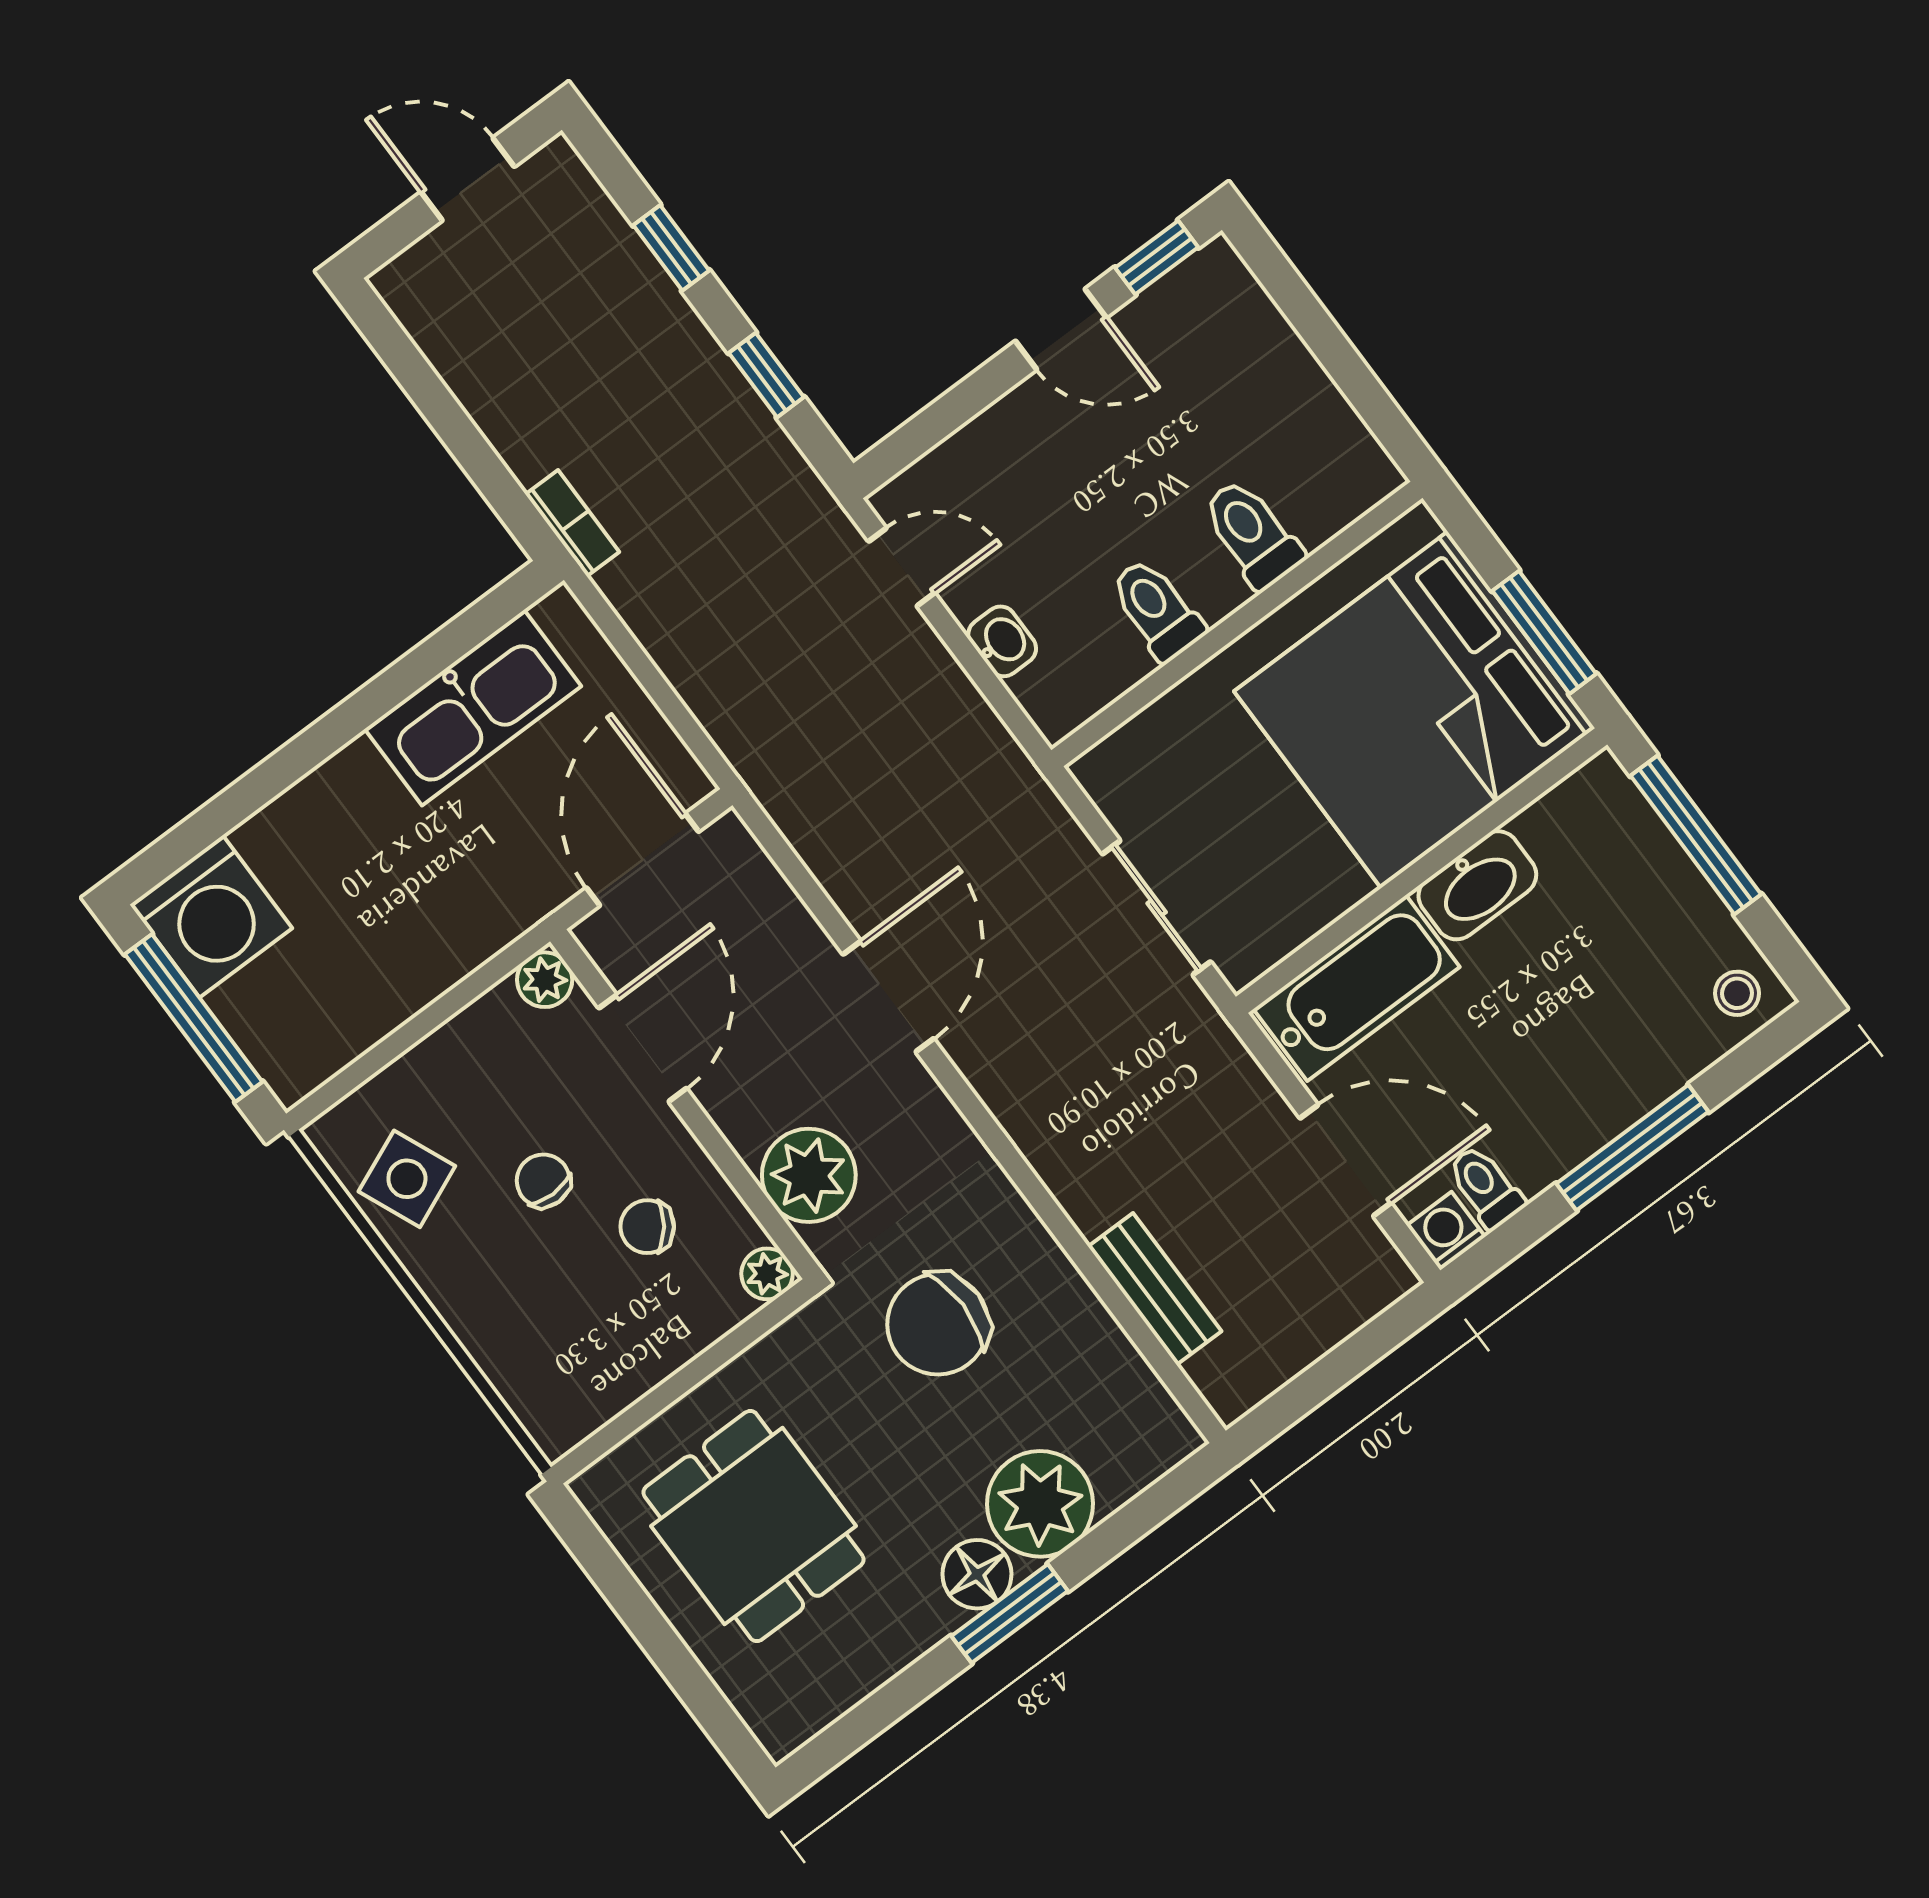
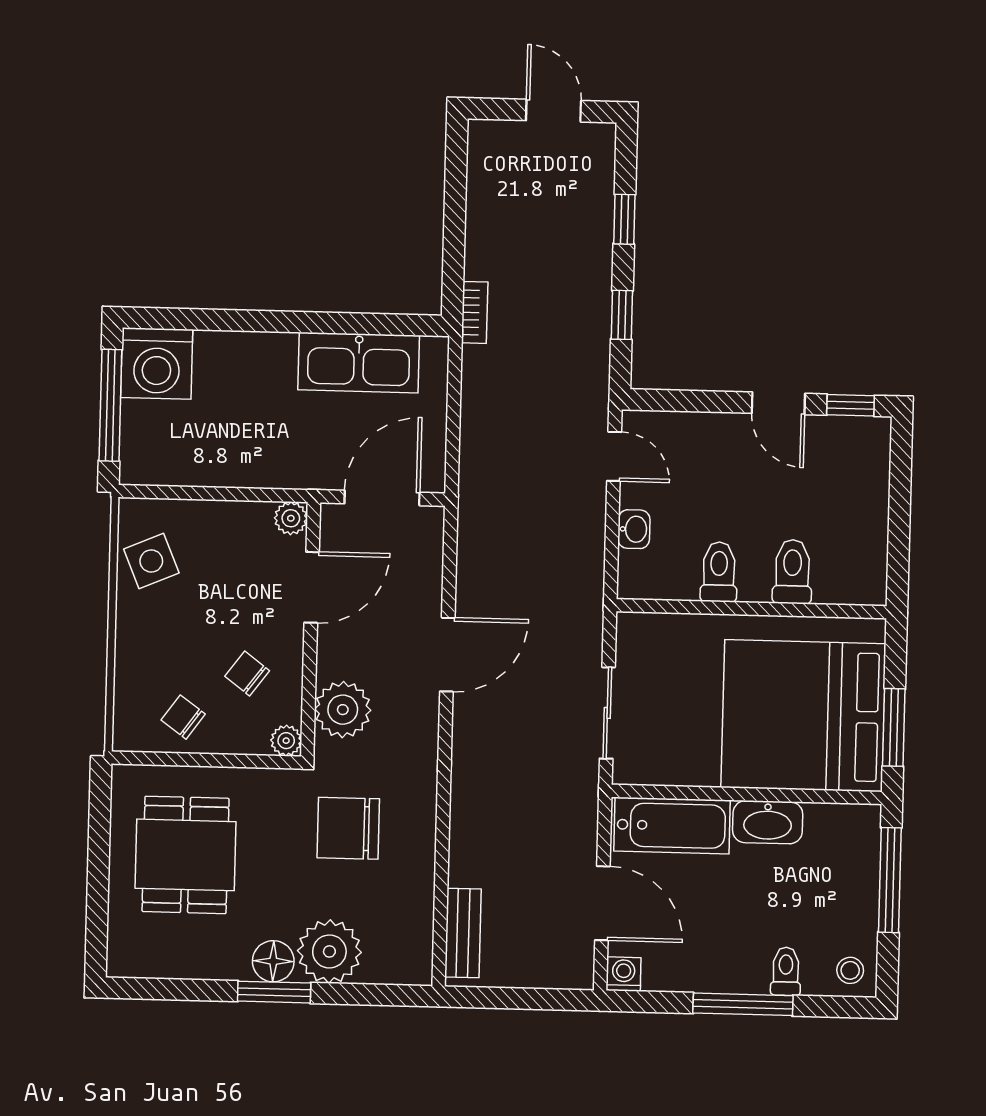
chair: (543, 1181) -> (183, 717), moved, turned -54
toilet: (1485, 1187) -> (786, 971), moved
bench: (1155, 1289) -> (463, 933), moved

